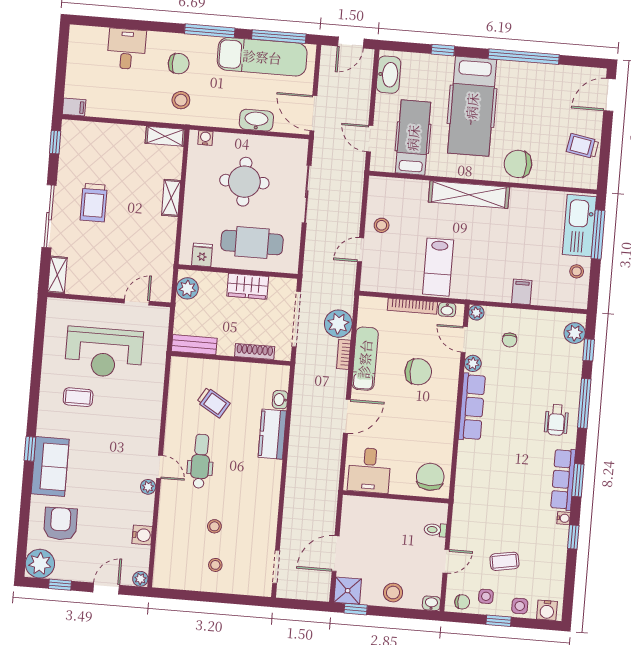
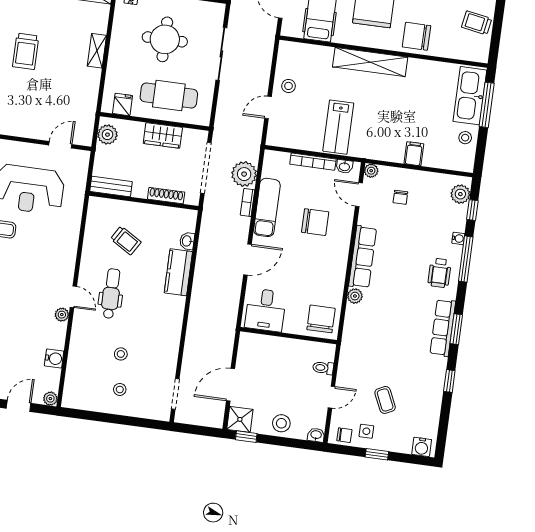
plant: (473, 363) -> (355, 296), moved
water cooler: (564, 518) -> (458, 238), moved
coffee table: (504, 561) -> (385, 400), turned 75
side table: (520, 606) -> (397, 442), removed

